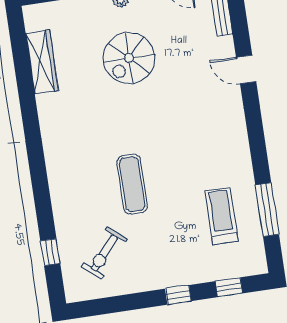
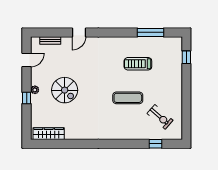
wardrobe: (42, 62) -> (49, 134), moved
treadmill: (221, 216) -> (138, 64), moved
window: (178, 295) -> (186, 83), removed

